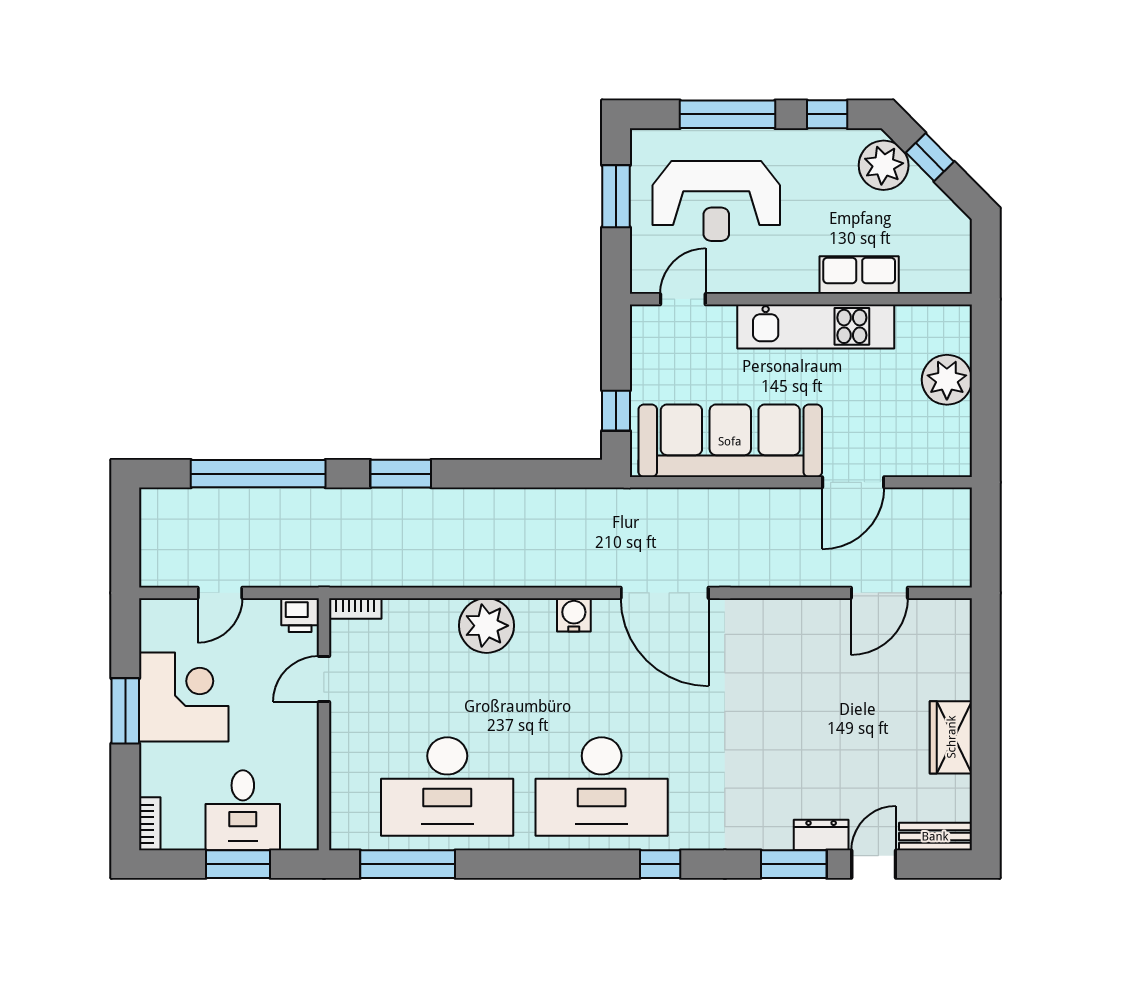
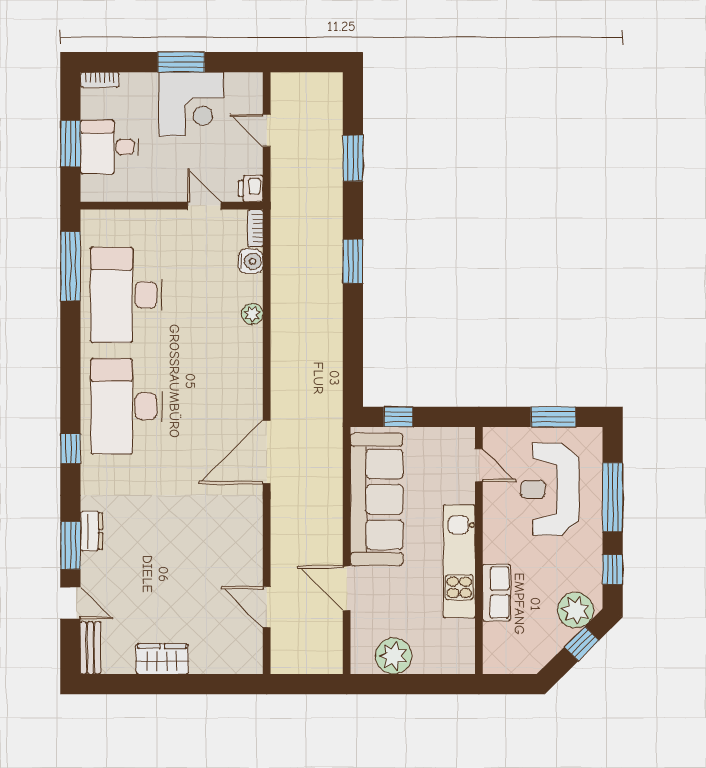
plant: (947, 380) -> (394, 656), moved
window: (258, 474) -> (353, 158), width x0.47
water cooler: (574, 615) -> (251, 261), moved
plant: (487, 626) -> (252, 314), width x0.53, depth x0.53
dresser: (821, 835) -> (92, 531), moved

